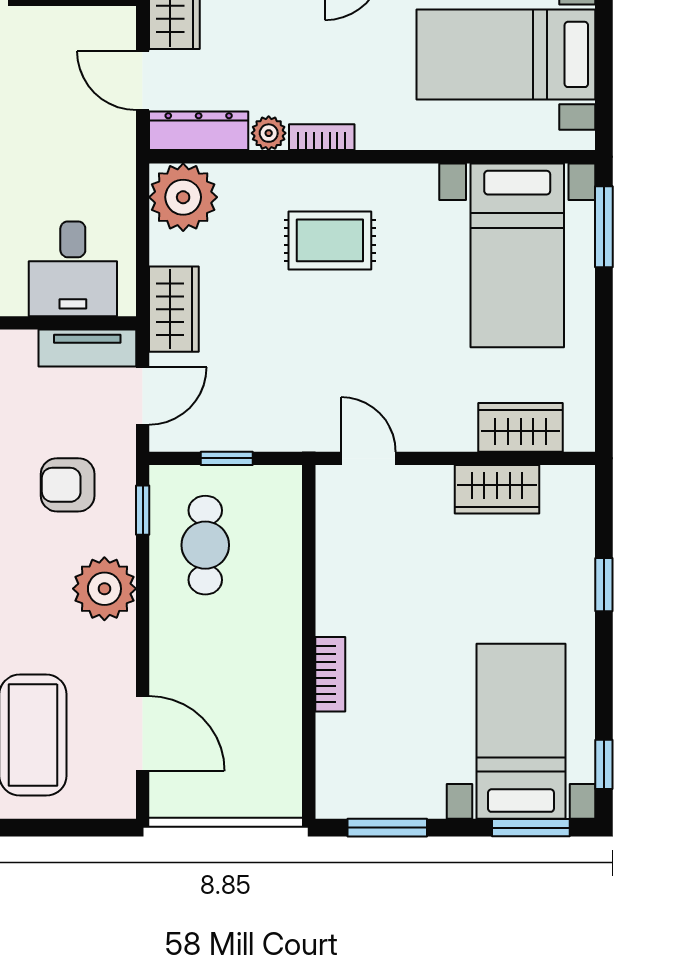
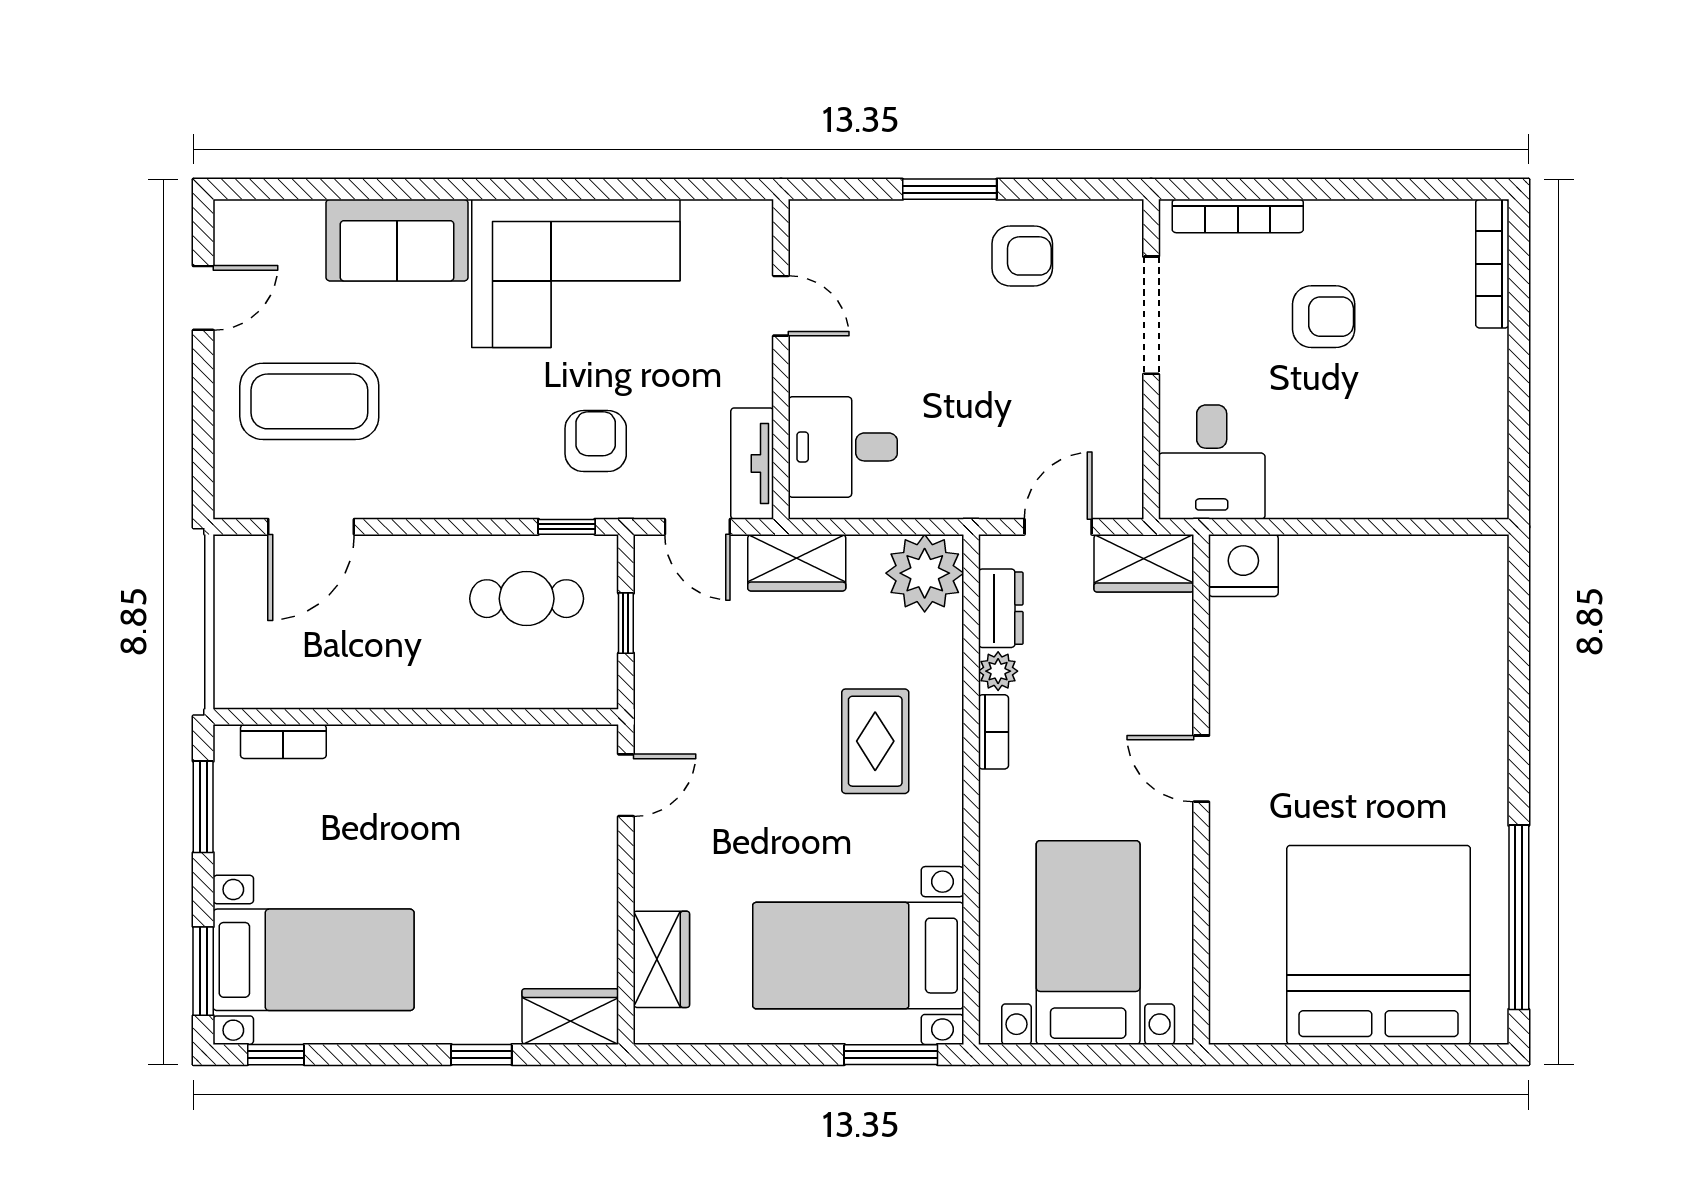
dresser: (199, 131) -> (1001, 608), width x0.70
wardrobe: (497, 489) -> (570, 1017), moved, turned 90
plant: (104, 589) -> (477, 483), removed
bookcase: (330, 674) -> (283, 742), moved

